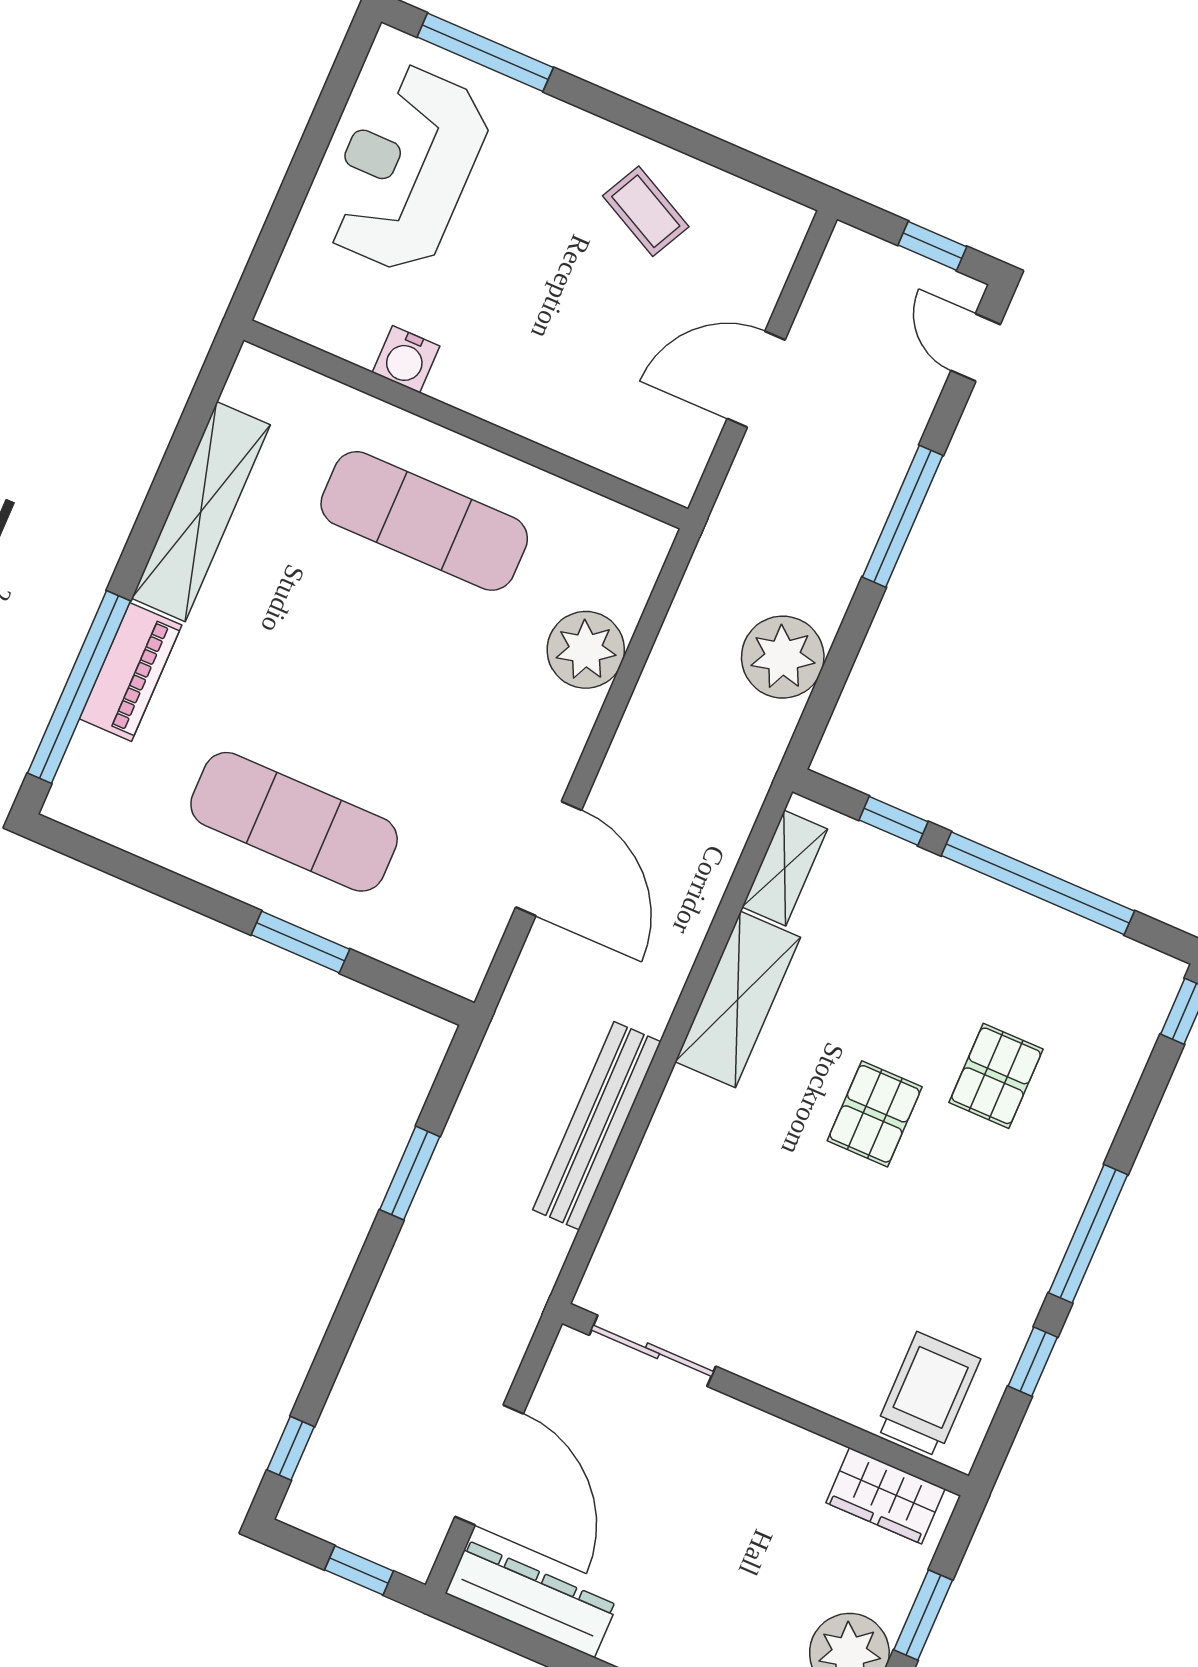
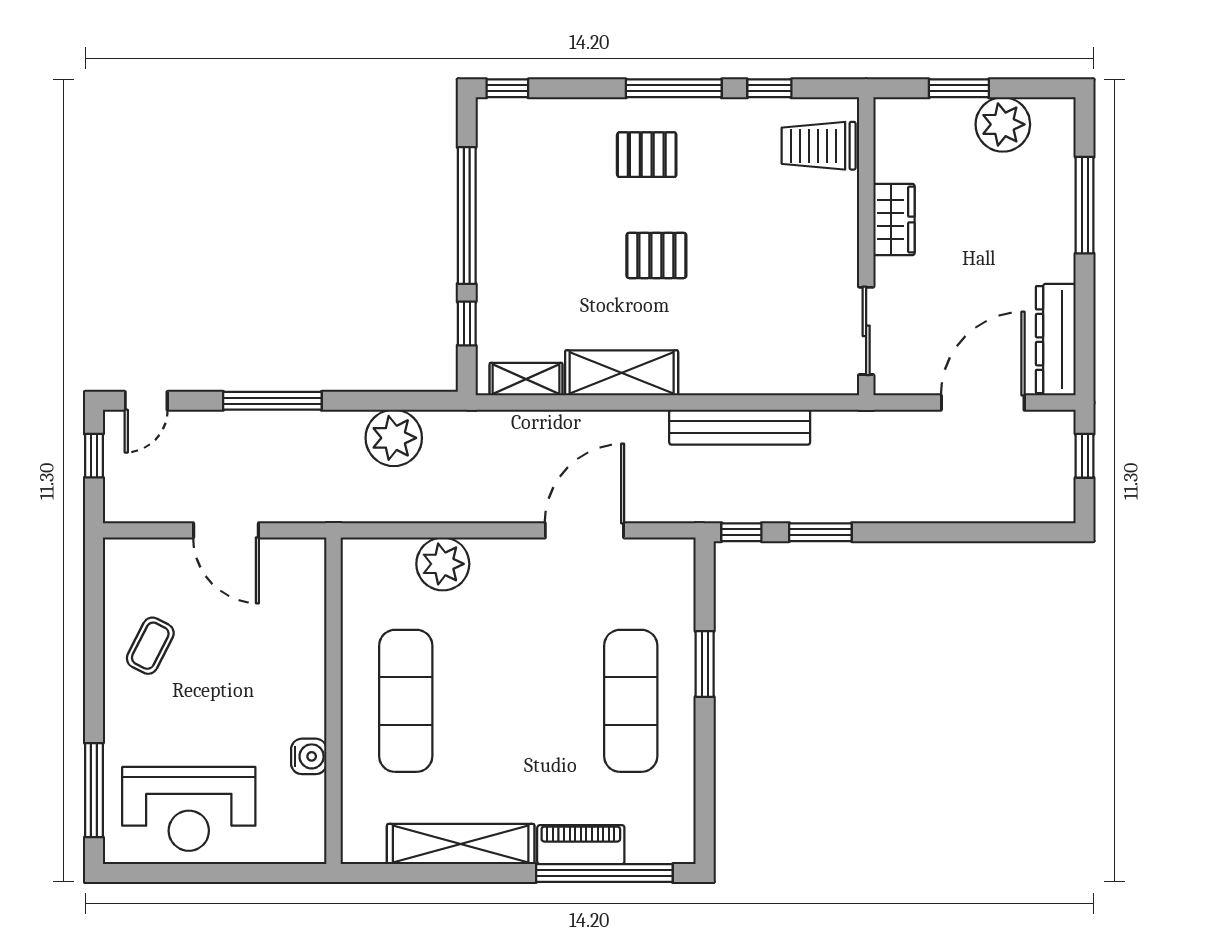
pallet: (996, 1076) -> (647, 155), moved
window: (291, 1448) -> (741, 532), moved
wardrobe: (885, 1496) -> (894, 220), moved

